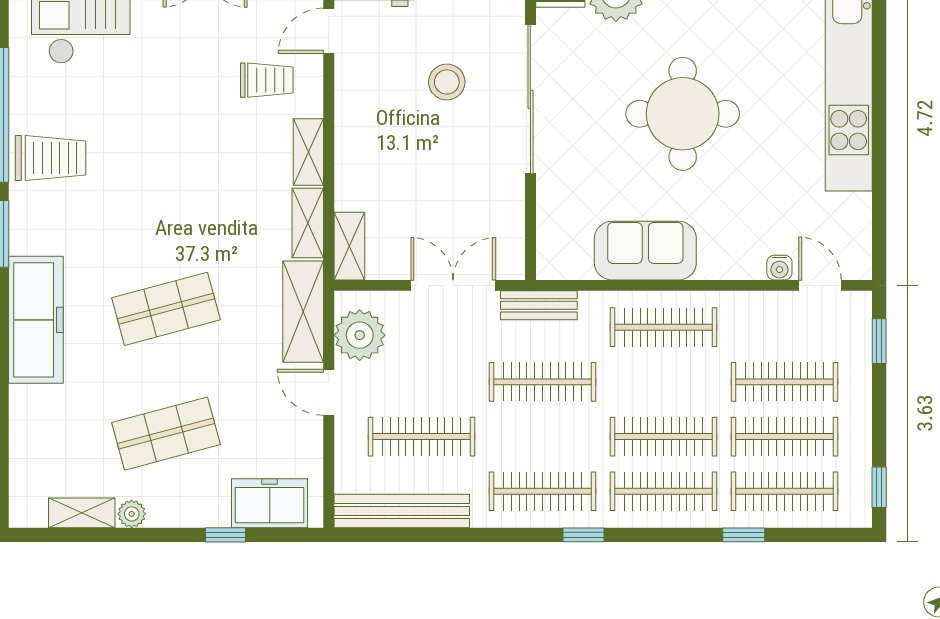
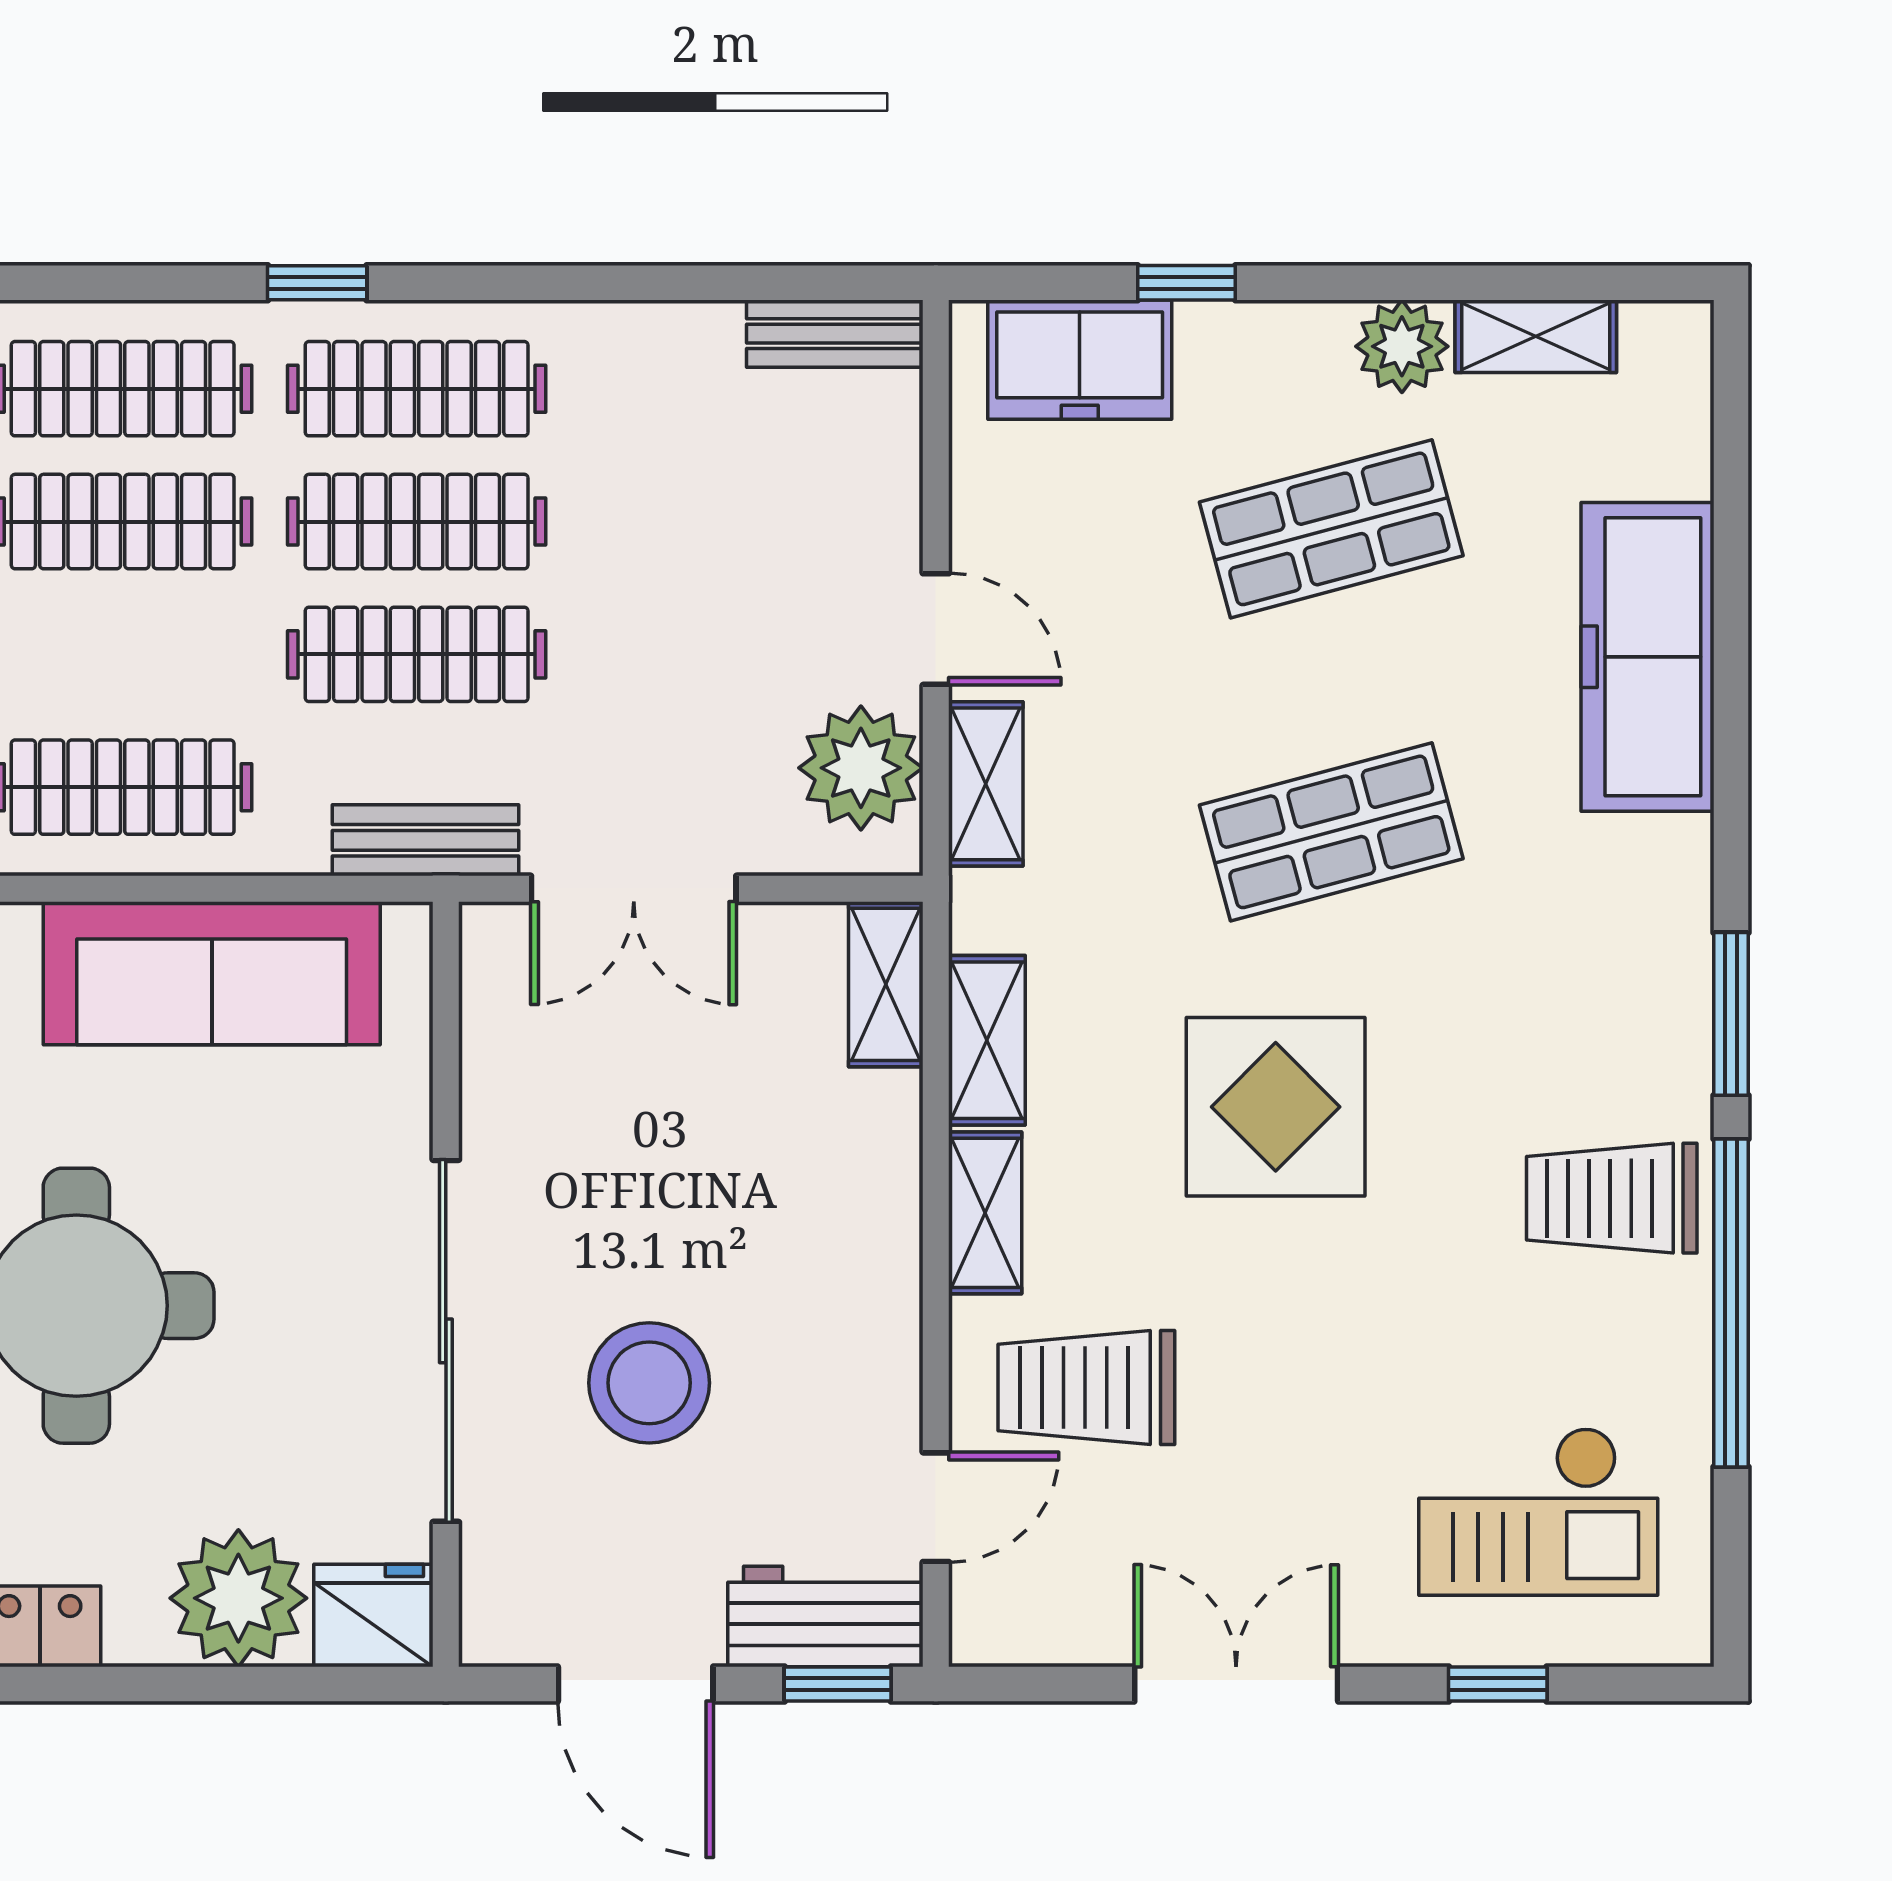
trolley: (267, 80) -> (1086, 1388), width x1.36, depth x1.39
stool: (447, 82) -> (649, 1383), width x1.38, depth x1.38
display table: (189, 196) -> (1276, 1107), added
sofa: (645, 251) -> (212, 973), width x1.36
shelving: (303, 312) -> (986, 784), width x0.67, depth x0.75
freezer: (36, 320) -> (1647, 657), moved
clothes rail: (422, 437) -> (417, 522), moved
bench: (402, 511) -> (835, 334), width x0.54, depth x0.82
plant: (132, 514) -> (1402, 346), width x1.38, depth x1.38

